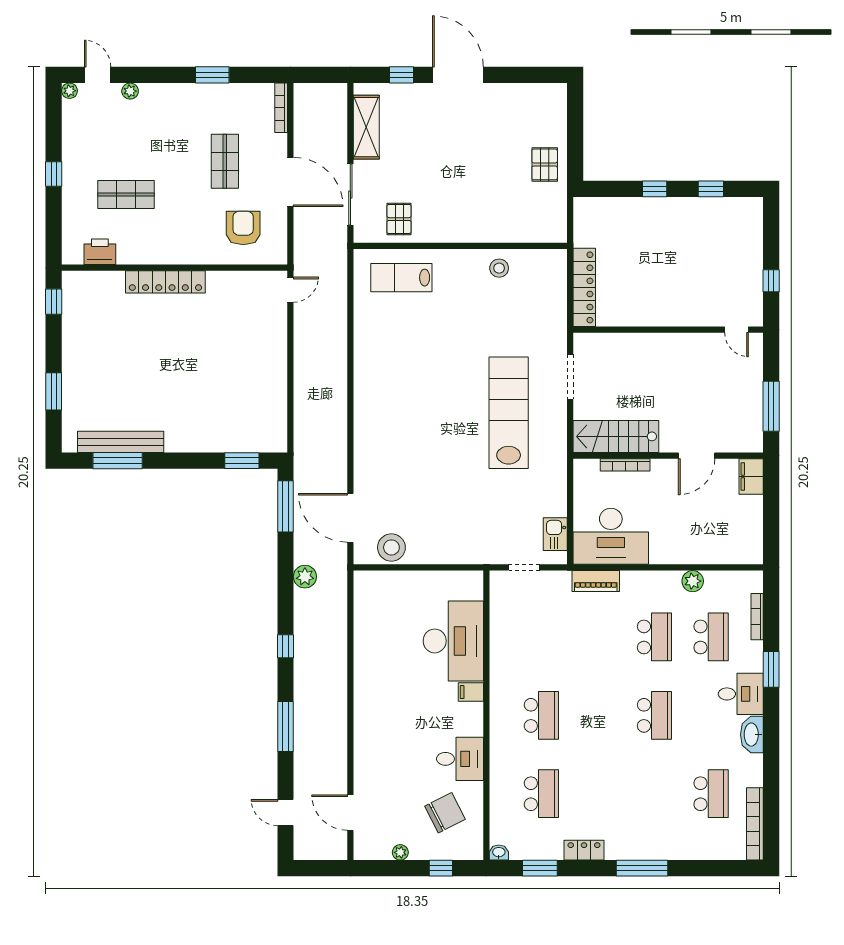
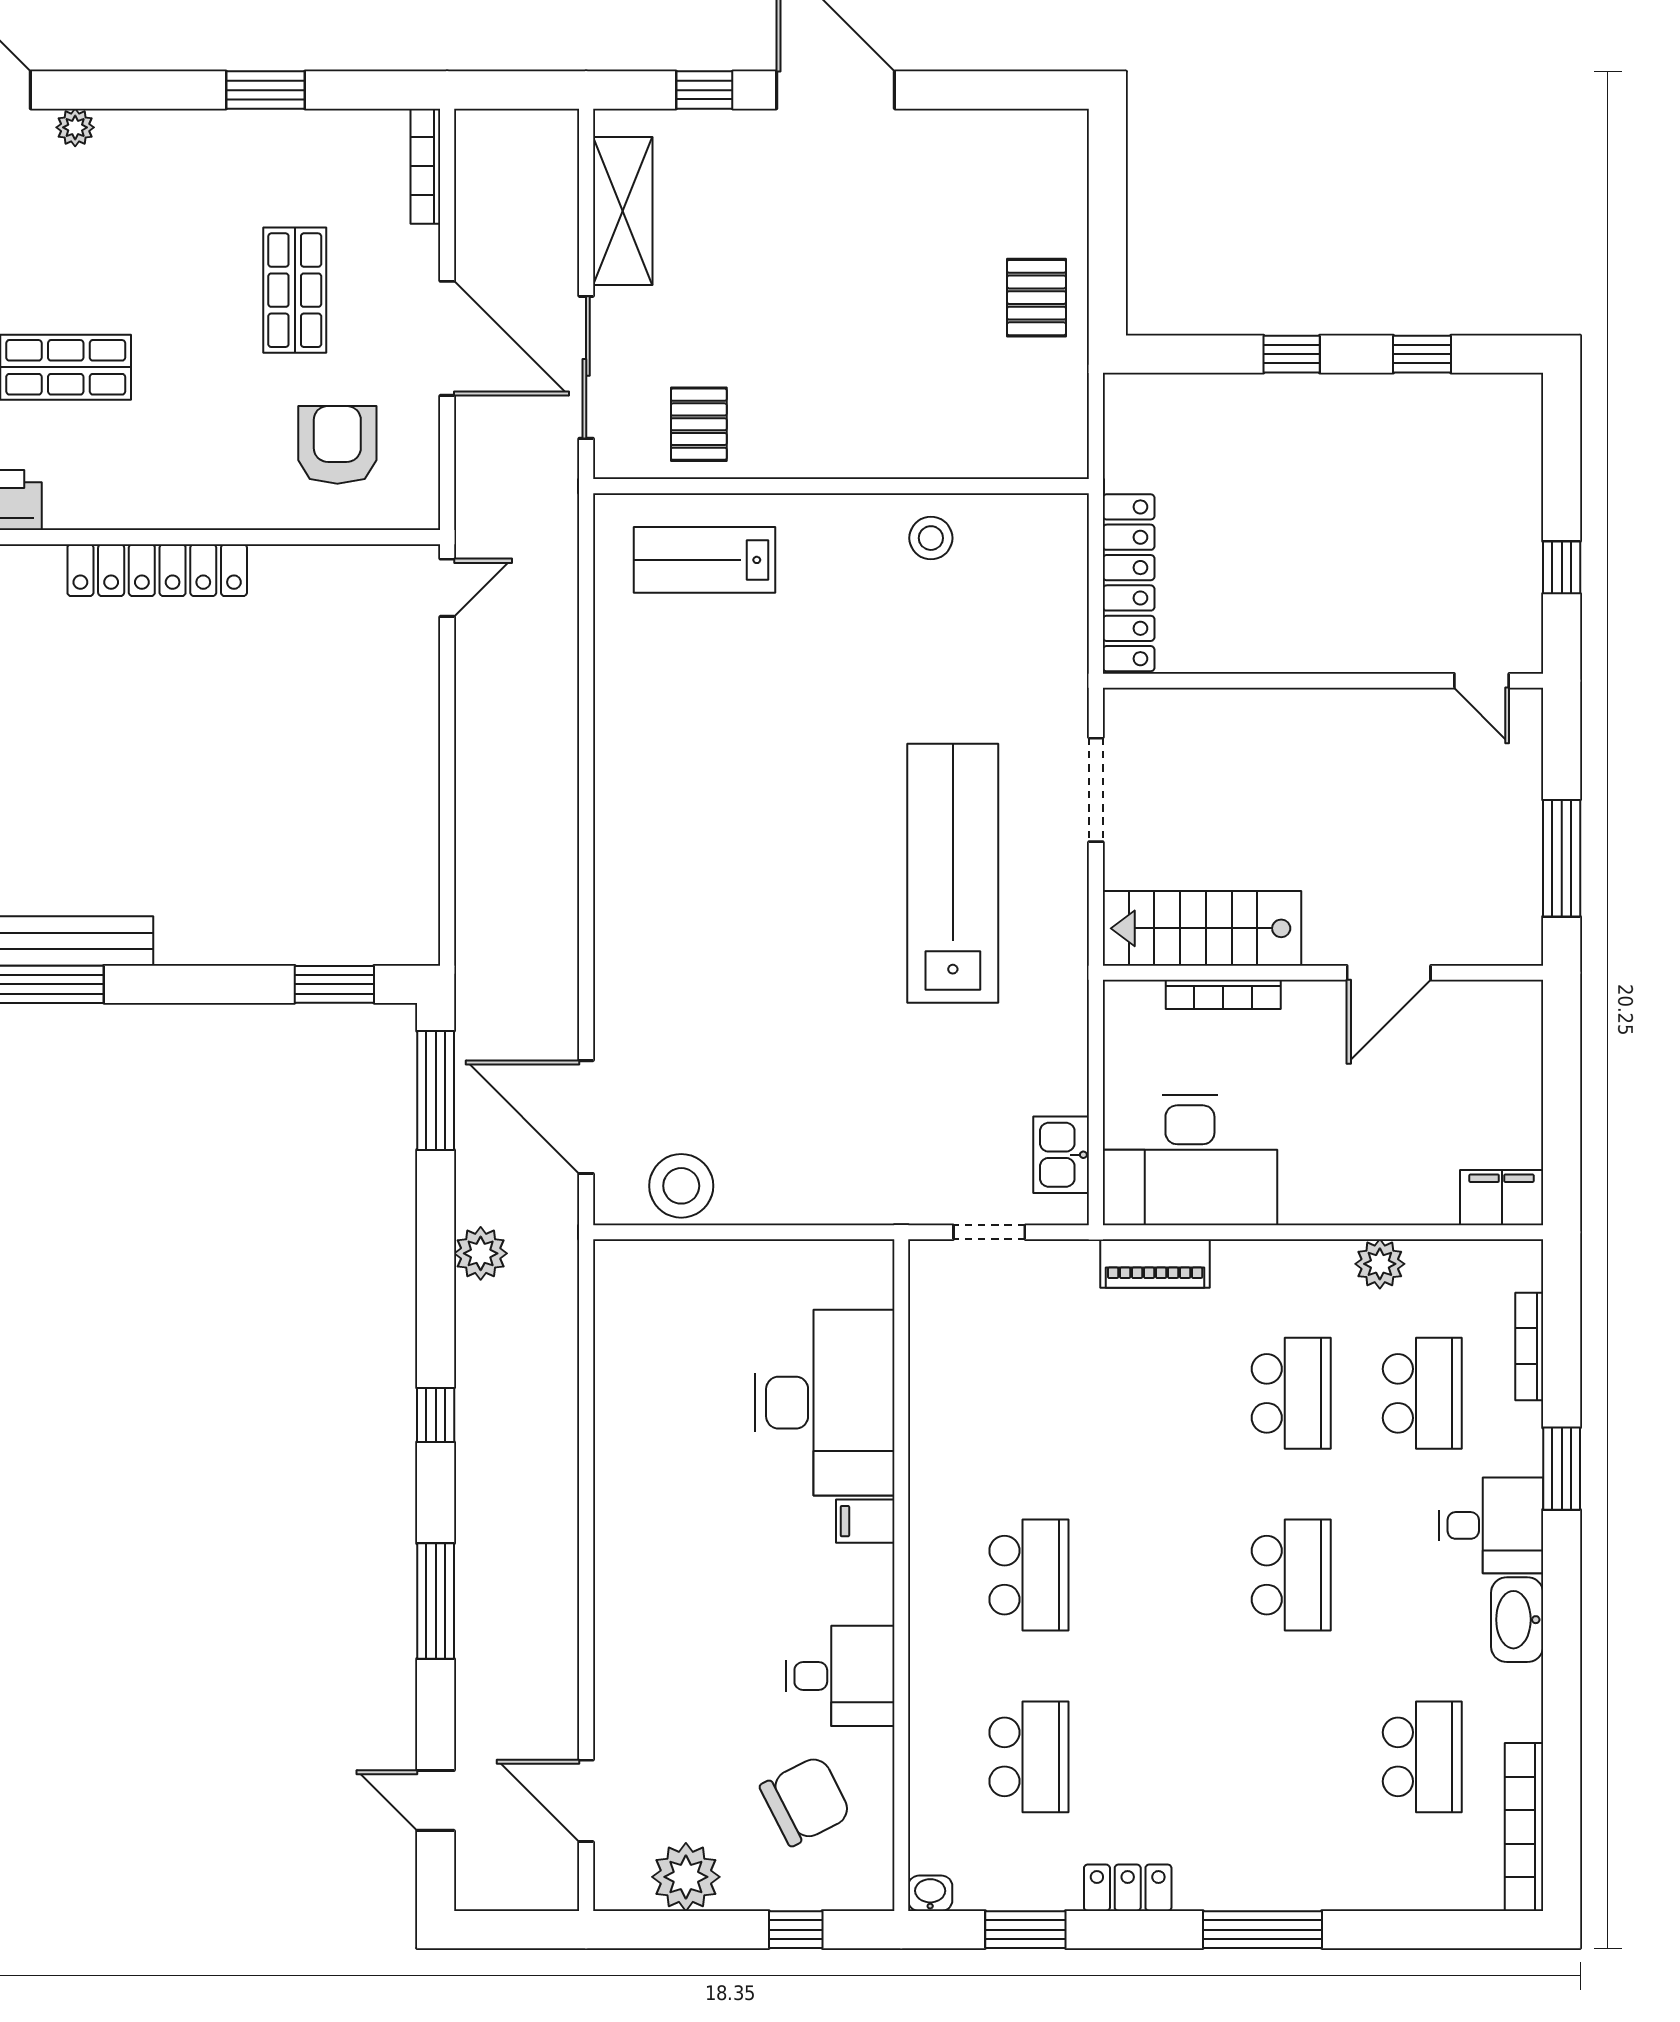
filing cabinet: (751, 476) -> (1502, 1198), moved, turned 90
plant: (400, 852) -> (686, 1877), width x1.88, depth x1.88

